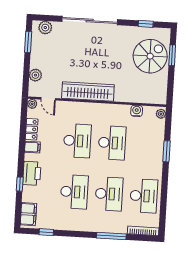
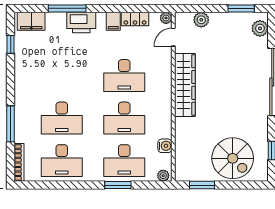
window: (172, 55) -> (202, 185), moved
window: (20, 184) -> (67, 8), width x2.17
desk: (74, 192) -> (124, 161), moved

